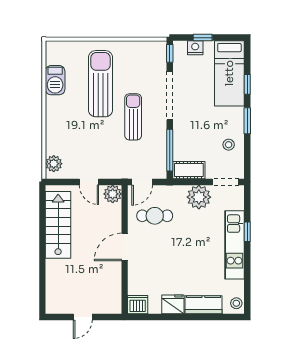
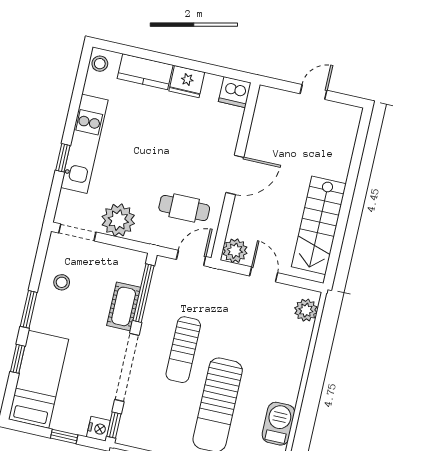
nightstand: (195, 48) -> (98, 429), moved, turned -90
cot: (189, 170) -> (124, 306), moved, turned 90

